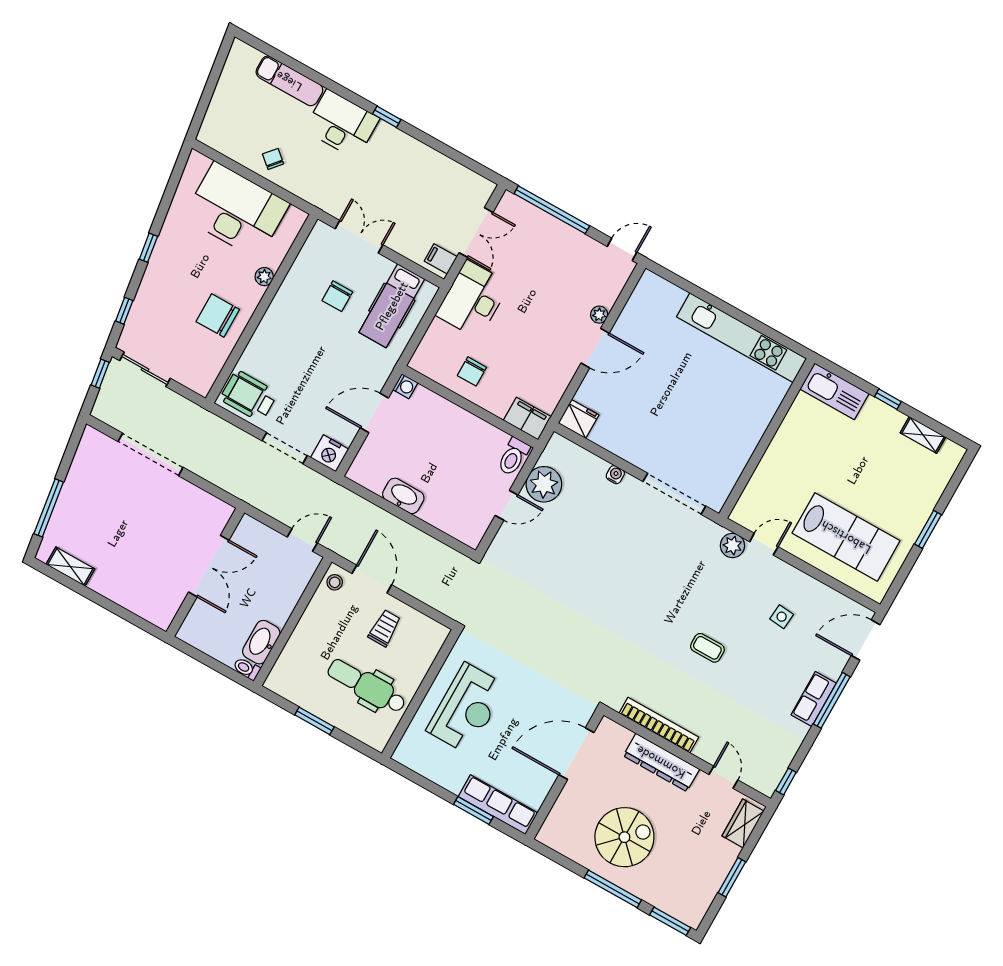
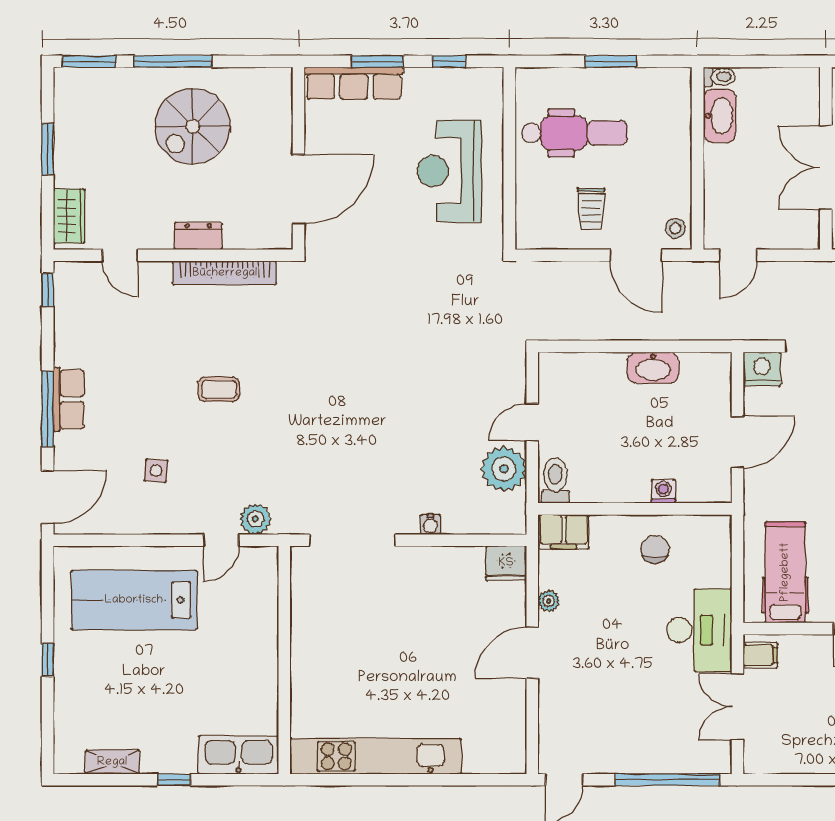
plant: (599, 315) -> (549, 601), moved
washing machine: (405, 386) -> (663, 491), moved, turned 90
window: (928, 529) -> (48, 660), width x0.67
dresser: (661, 762) -> (198, 236), width x0.51, depth x0.80
window: (425, 783) -> (449, 61), added

